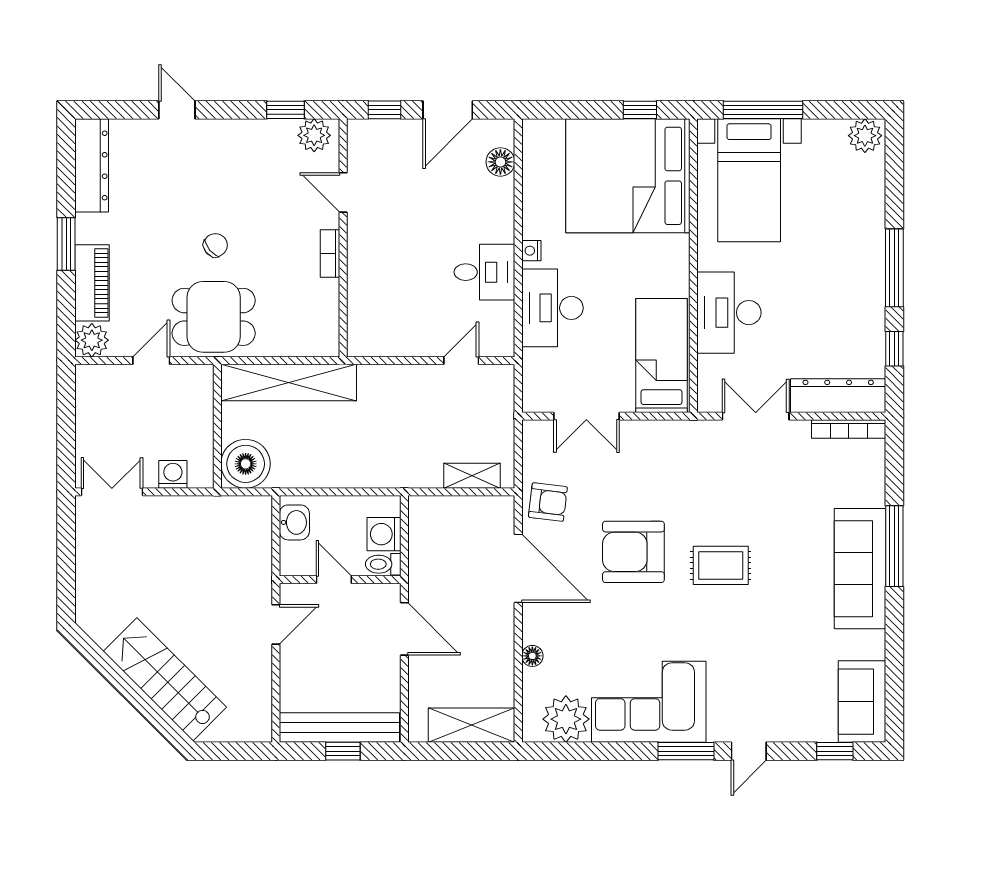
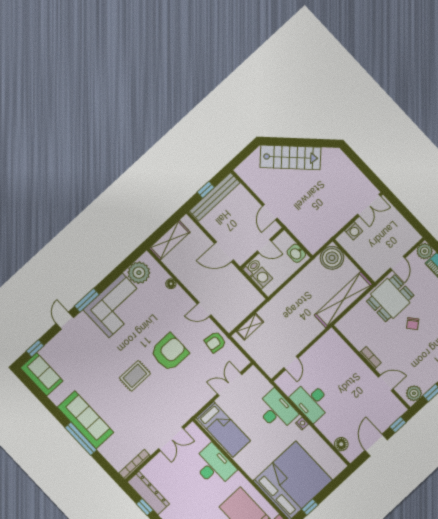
desk: (484, 272) -> (311, 401), width x1.37
dresser: (838, 396) -> (148, 493), moved, turned -90
door: (518, 568) -> (204, 309), width x0.53

